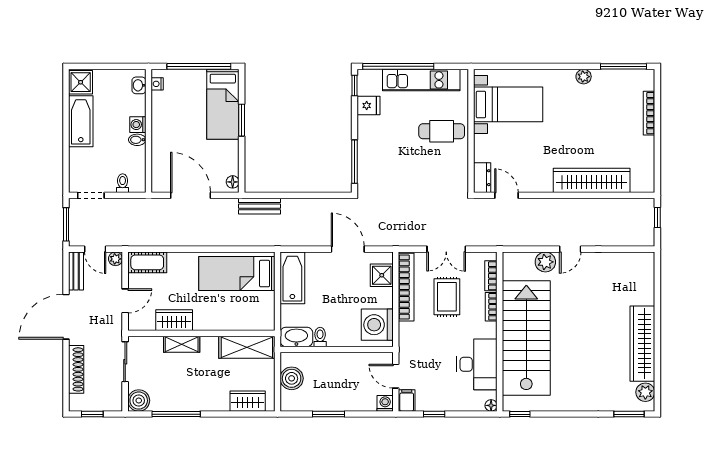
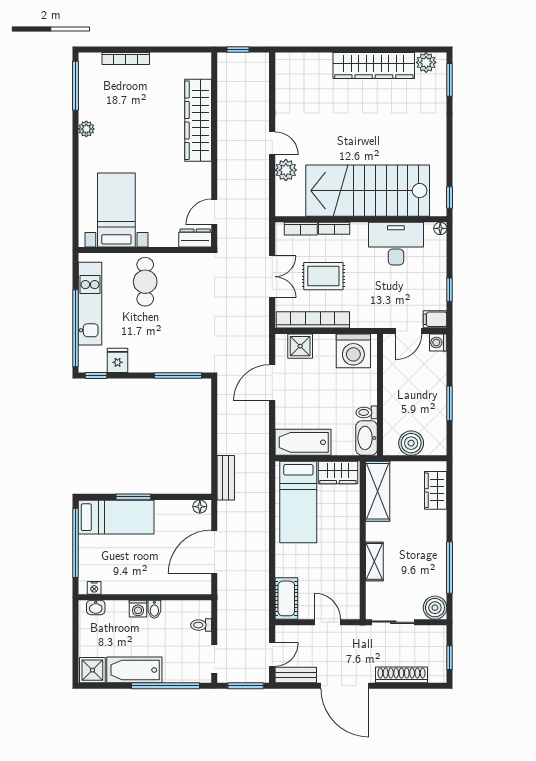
window: (66, 150) -> (165, 686), added
plant: (116, 259) -> (283, 633), removed
wardrobe: (174, 320) -> (338, 473), moved, turned -90

